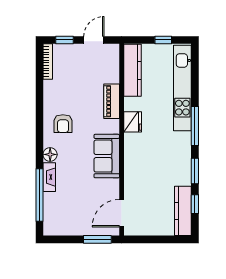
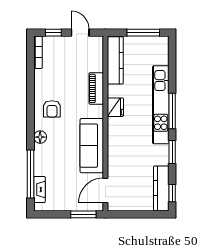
door: (94, 40) -> (80, 33), hinge flipped
window: (163, 40) -> (143, 33), width x2.17
kitchen unit: (182, 88) -> (161, 105), moved
sofa: (107, 156) -> (92, 146), width x1.36
fireplace: (49, 177) -> (39, 190), moved
window: (195, 204) -> (172, 193), moved

